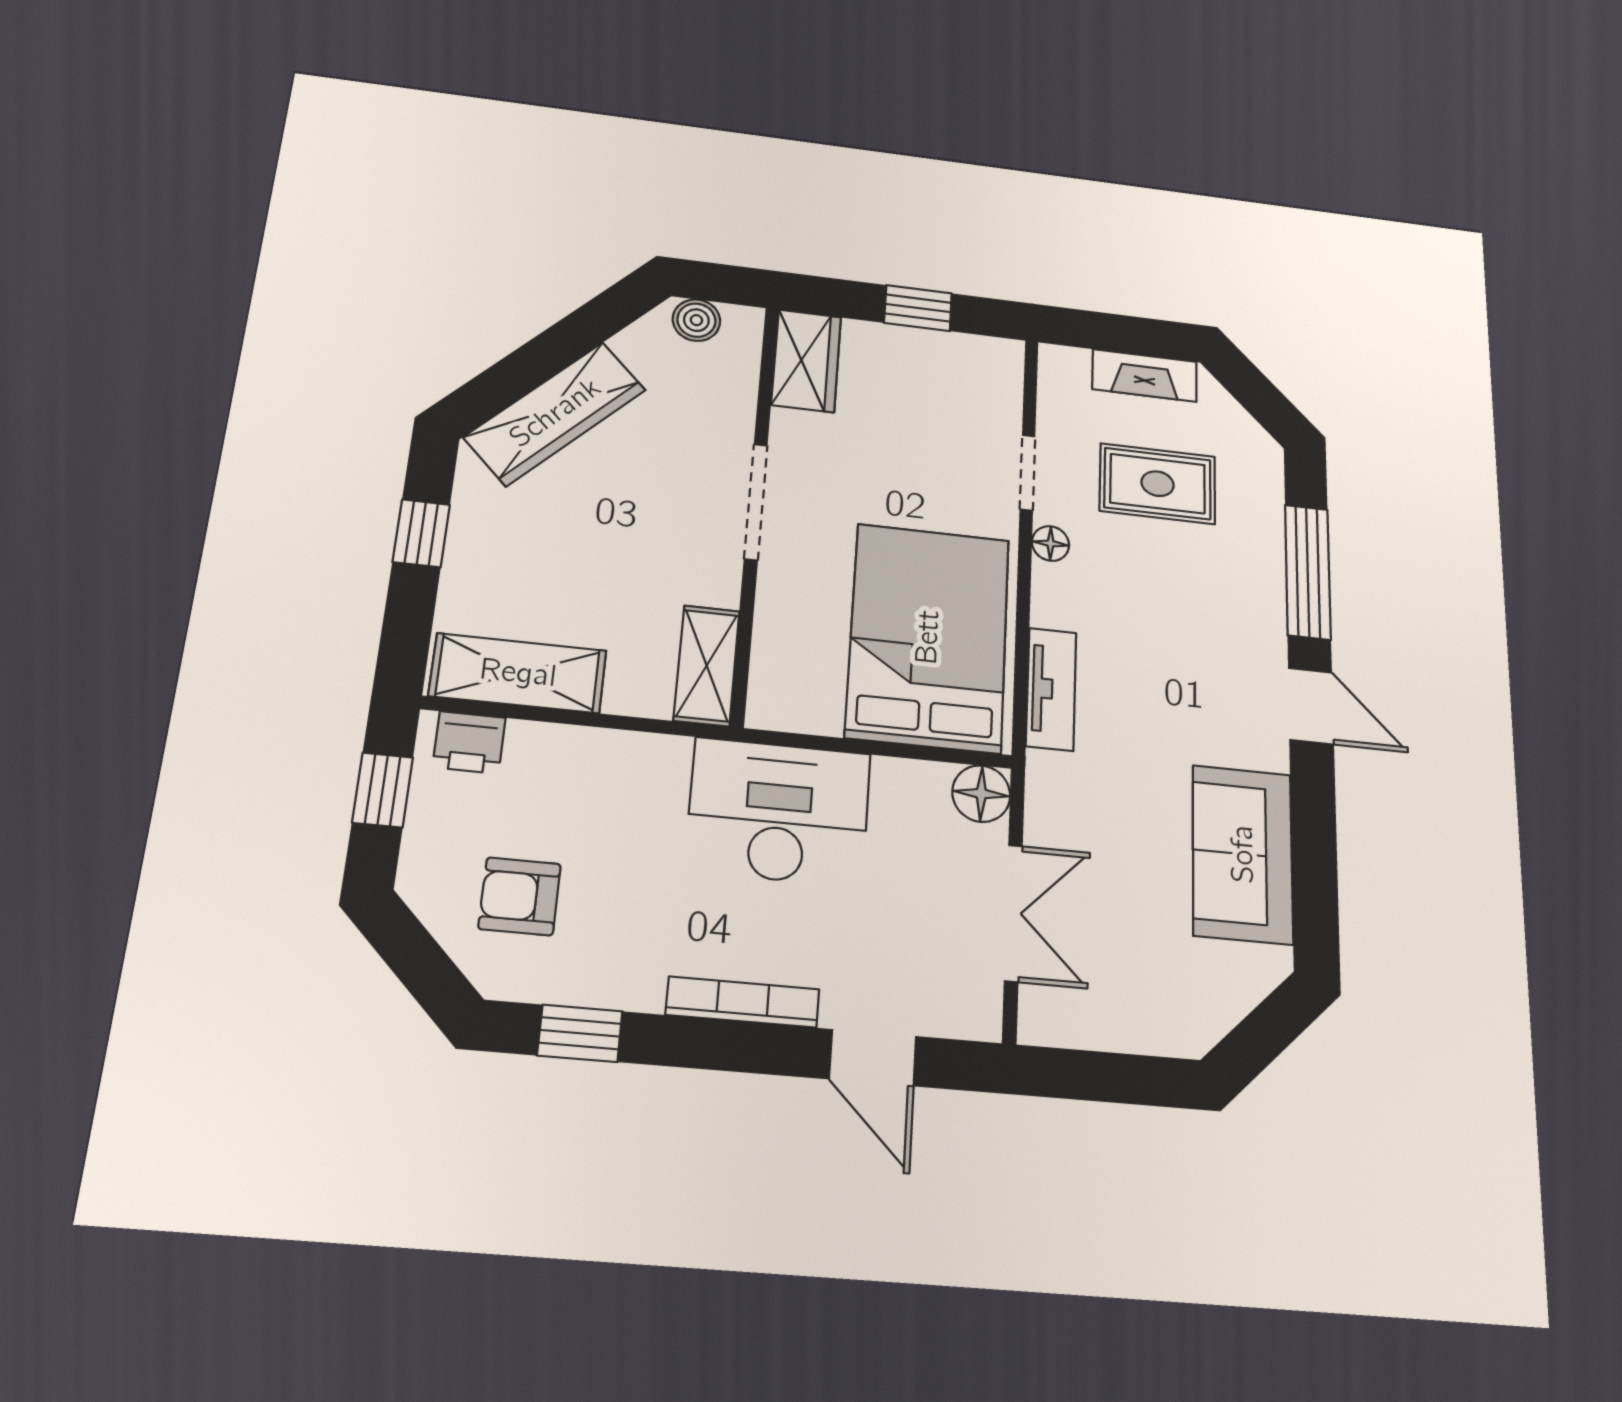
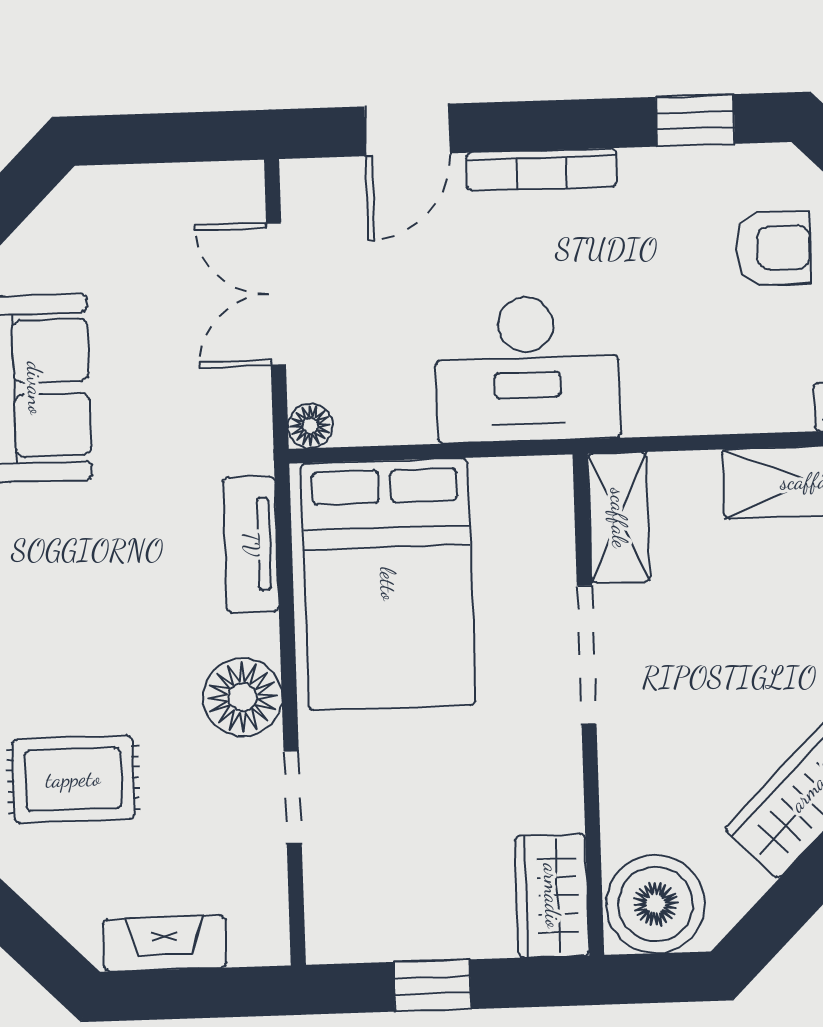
boiler: (696, 320) -> (656, 904), width x1.86, depth x1.86
rug: (1158, 484) -> (73, 779), moved
doorway: (756, 502) -> (587, 655), moved
floor lamp: (1051, 543) -> (243, 697), width x1.89, depth x1.89
floor lamp: (981, 794) -> (310, 426), width x0.73, depth x0.73
door: (873, 1058) -> (407, 130), swing flipped

